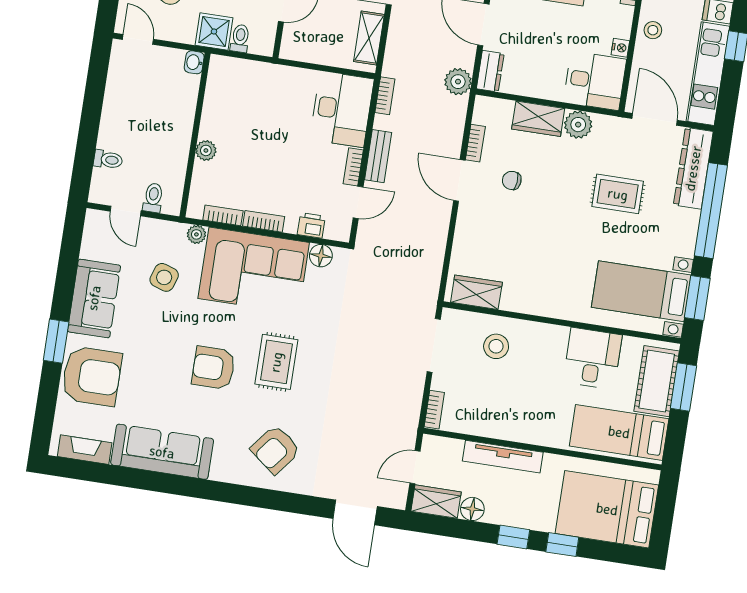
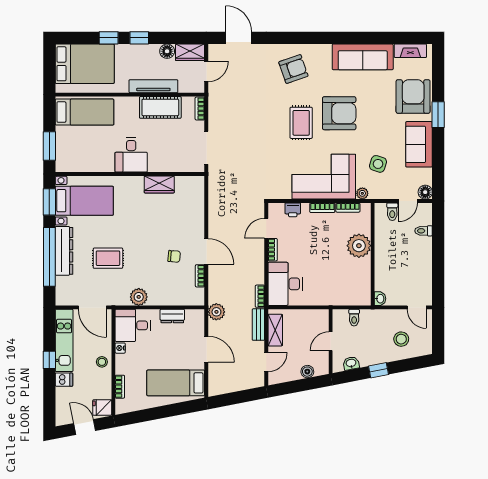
shower: (214, 31) -> (371, 319), removed
dresser: (490, 71) -> (172, 316), moved, turned -90
wardrobe: (538, 119) -> (164, 297), removed
plant: (206, 150) -> (359, 246), width x1.87, depth x1.87
bench: (378, 156) -> (258, 325), moved
dresser: (693, 168) -> (64, 251), moved
door: (126, 211) -> (408, 201), swing flipped
floor lamp: (321, 256) -> (425, 192), moved
wardrobe: (476, 292) -> (159, 184), moved
stool: (496, 346) -> (168, 153), removed
desk: (592, 358) -> (131, 155), moved
armchair: (214, 368) -> (339, 113), width x1.36, depth x1.36
armchair: (92, 376) -> (413, 97), turned 90
cot: (657, 381) -> (160, 107), moved, turned 90
armchair: (275, 450) -> (293, 69), turned 33

